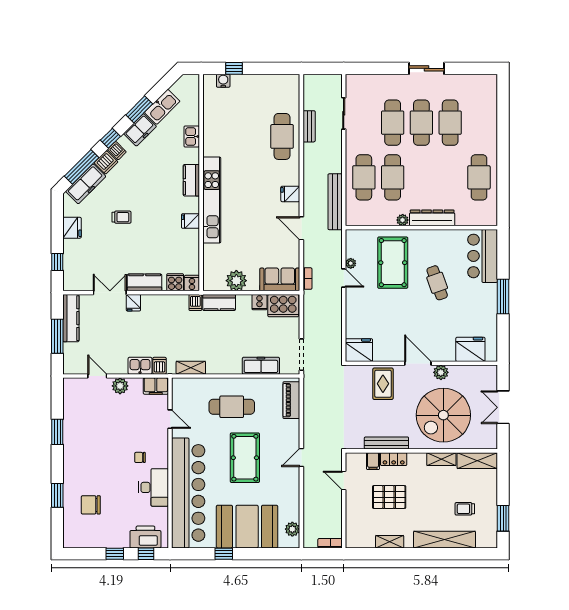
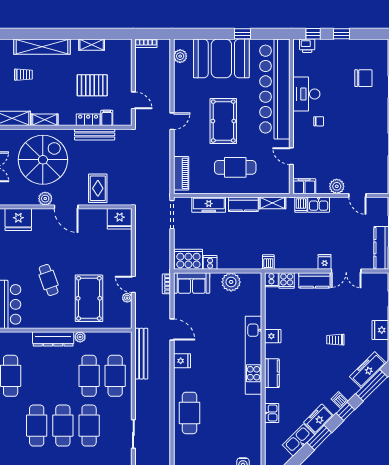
bench: (309, 126) -> (165, 422), removed
dishwasher: (106, 162) -> (349, 389), removed
kitchen counter: (219, 302) -> (243, 204), moved, turned 180
printer: (145, 537) -> (307, 46), width x0.53, depth x0.68

